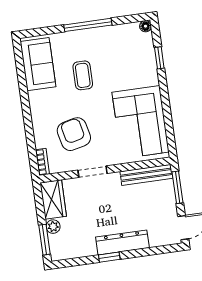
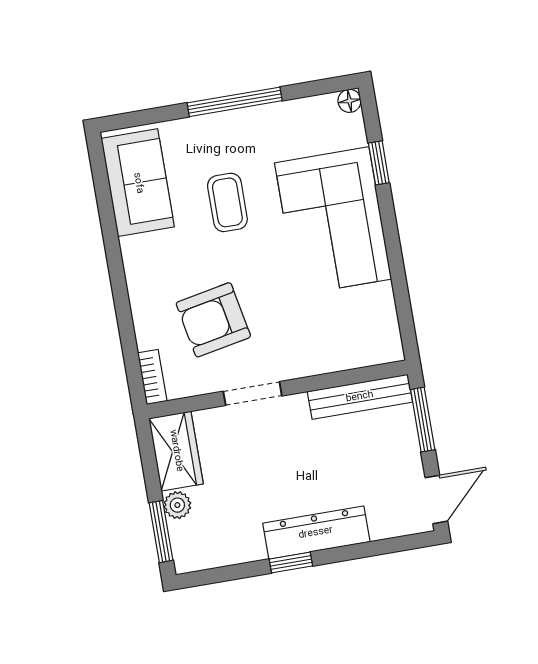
corner sofa: (141, 122) -> (333, 221), moved
armchair: (74, 134) -> (213, 320), turned -88

